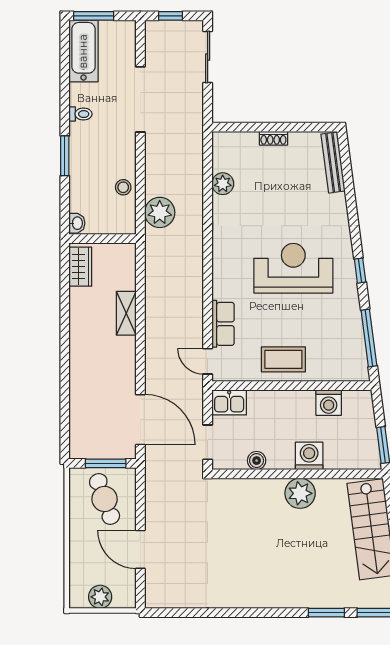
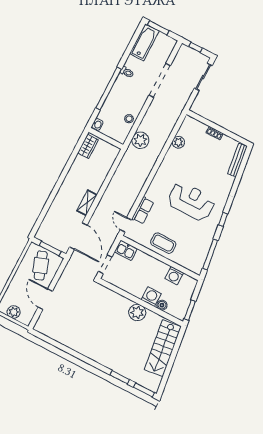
window: (65, 156) -> (109, 89), width x2.11
shelving: (126, 313) -> (87, 203), moved
boiler: (257, 461) -> (162, 305), moved

